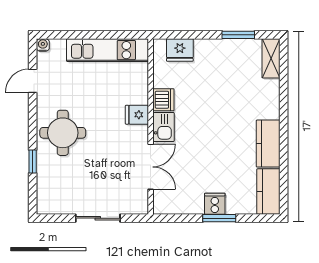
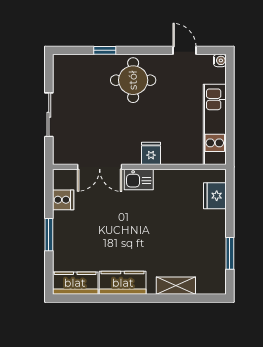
shelving: (271, 58) -> (176, 286), moved
dishwasher: (163, 100) -> (166, 179), removed
cooker: (215, 204) -> (63, 200), moved

